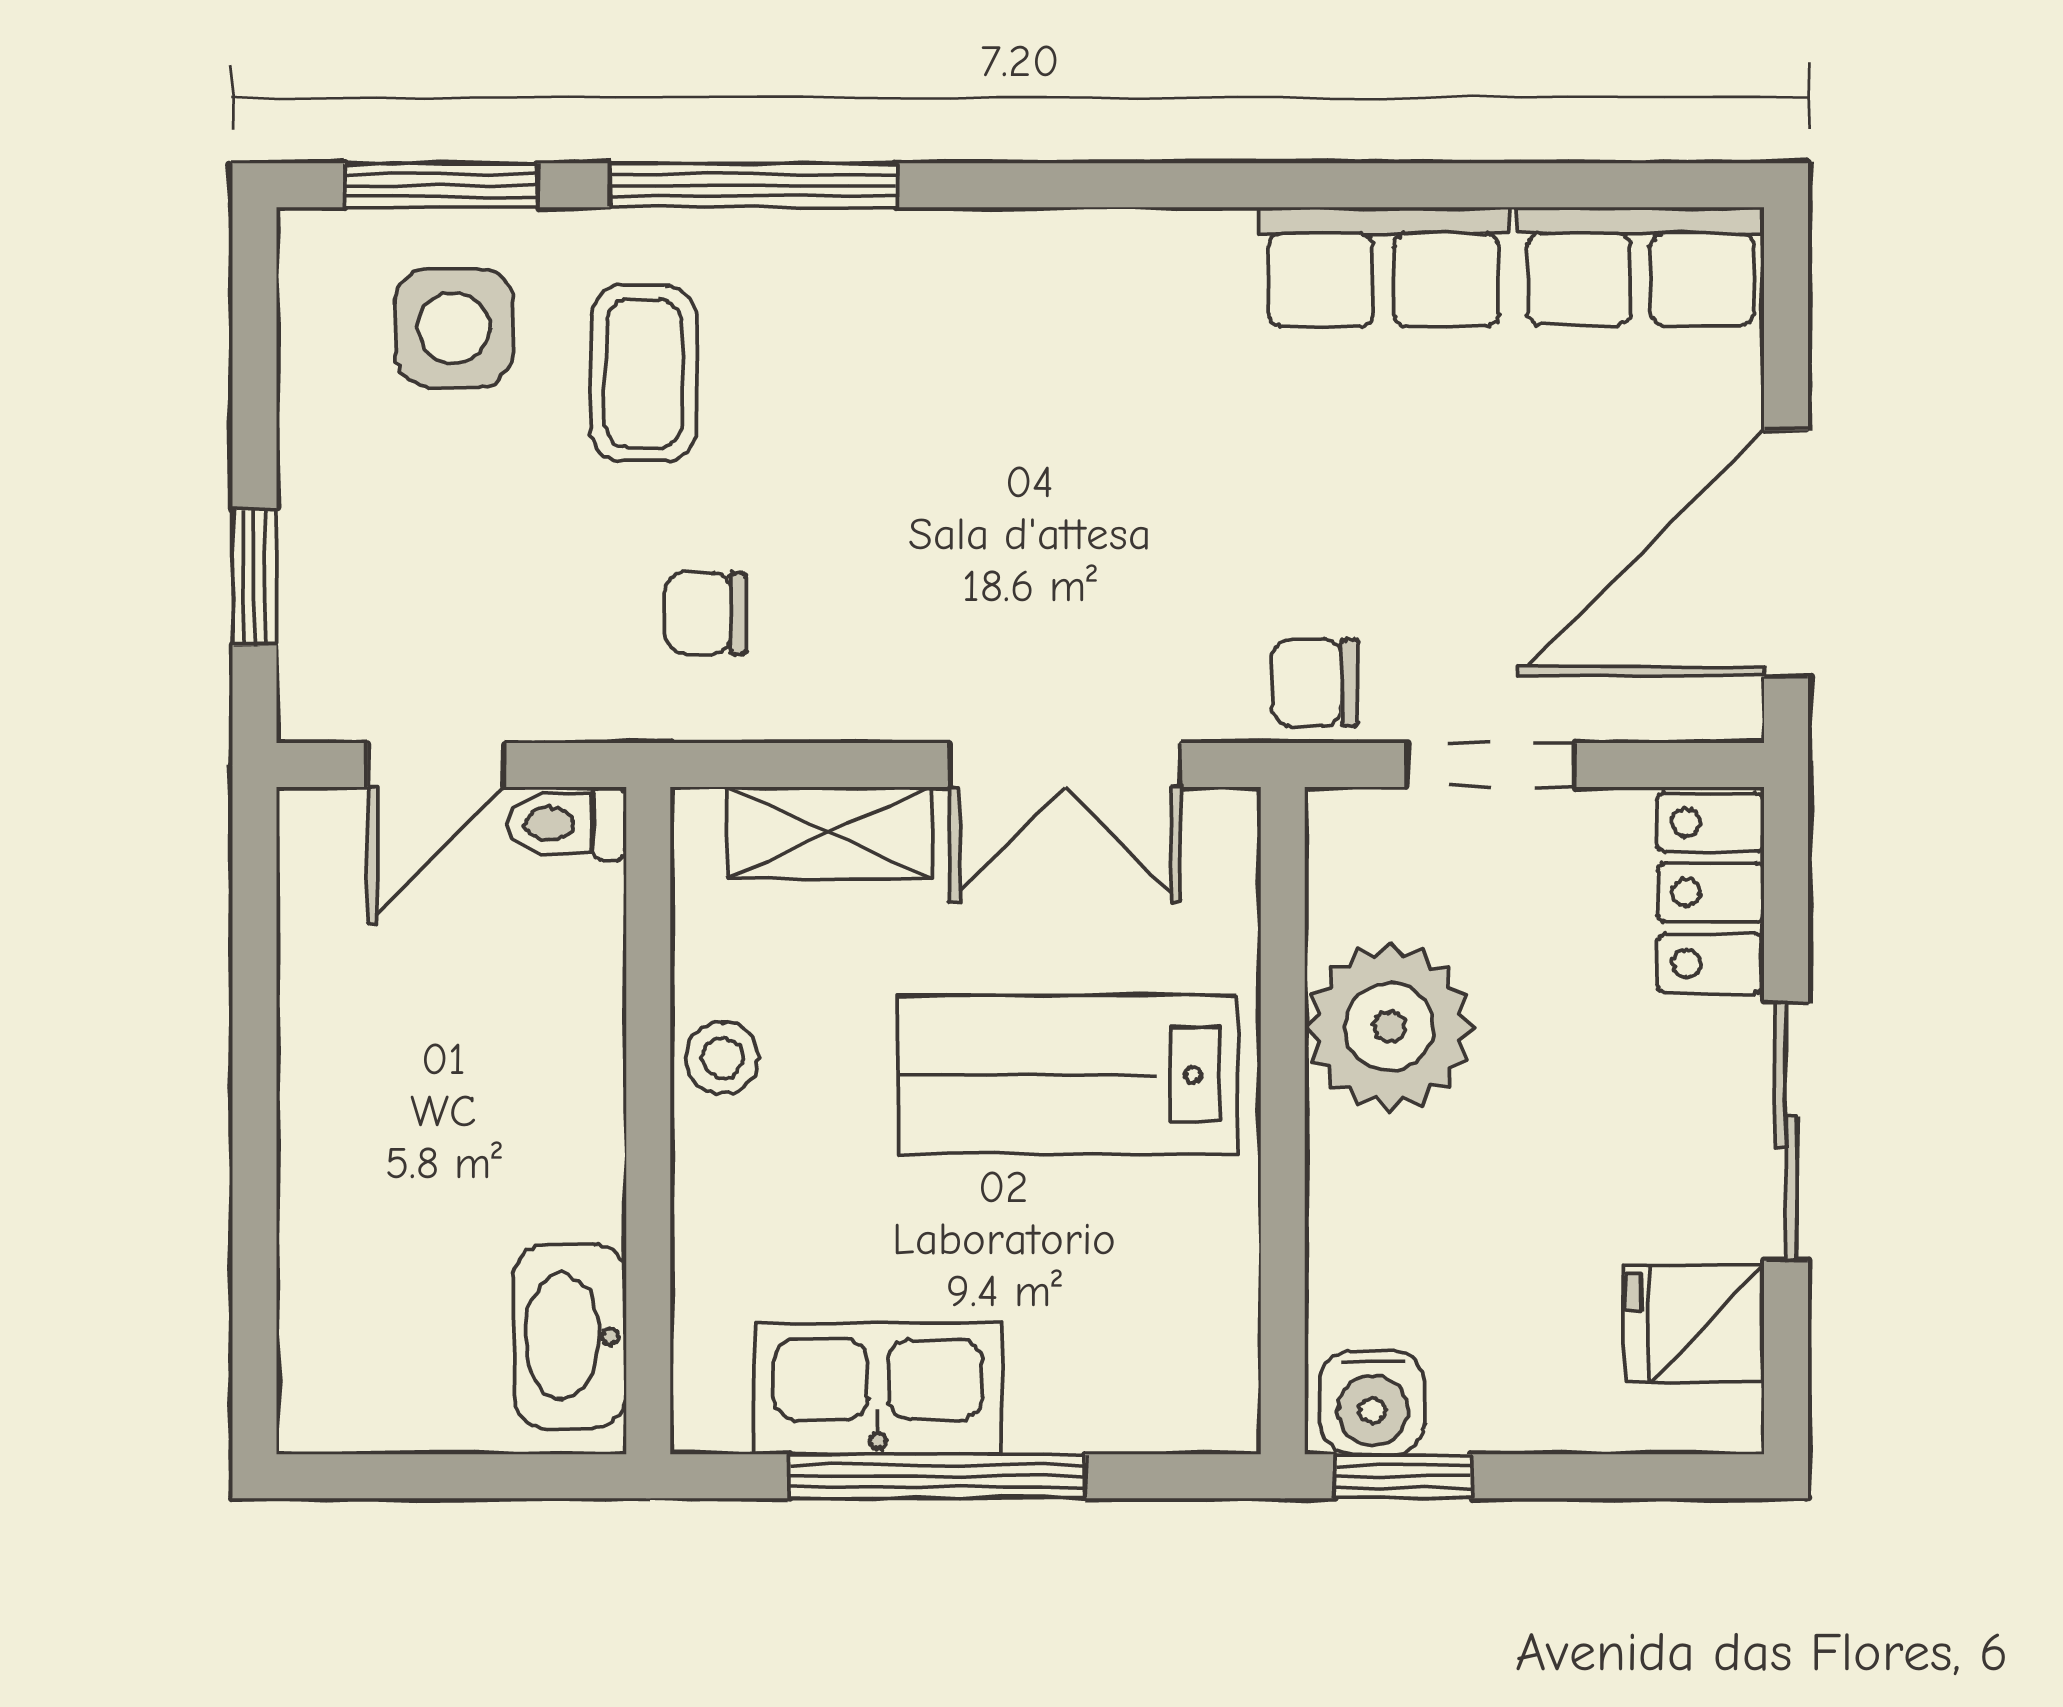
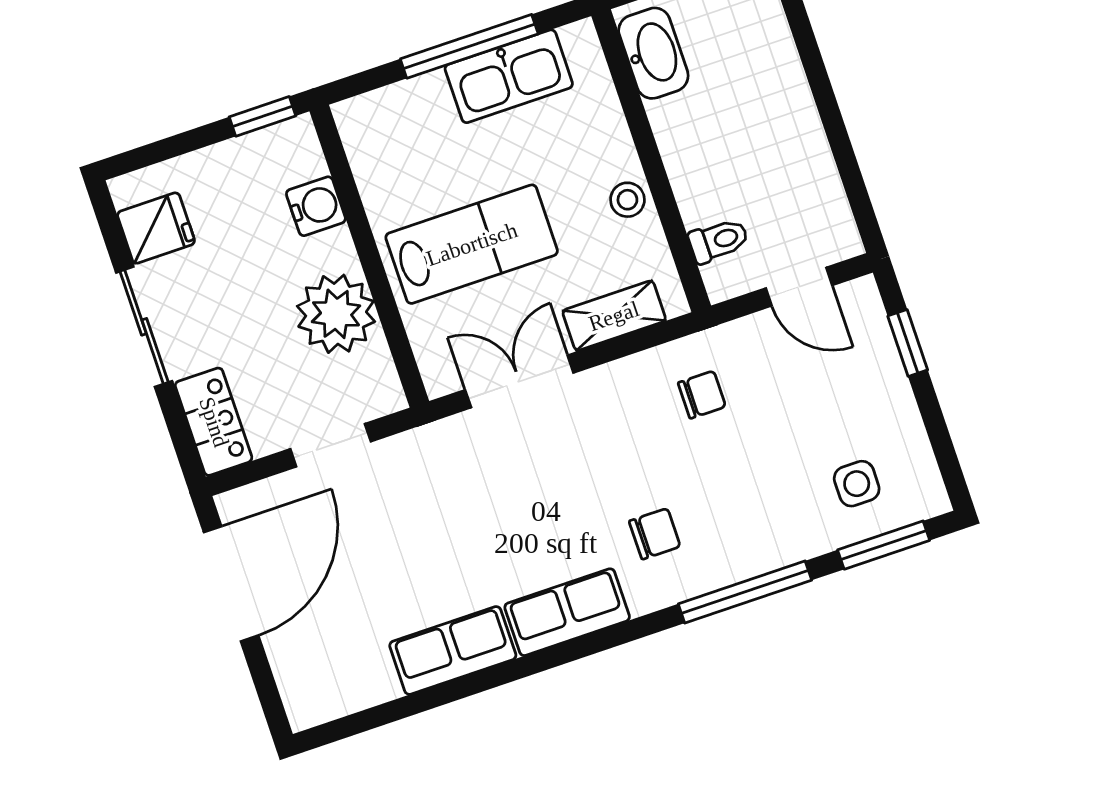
row of seats: (1641, 266) -> (567, 612), moved
side table: (454, 328) -> (857, 484), width x0.73, depth x0.73
coffee table: (644, 373) -> (765, 492), removed
chair: (1315, 683) -> (655, 534), moved
door: (435, 765) -> (799, 287), swing flipped
toilet: (567, 824) -> (719, 241), moved
water cooler: (1373, 1402) -> (316, 206), moved, turned 90

